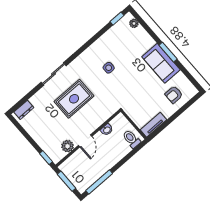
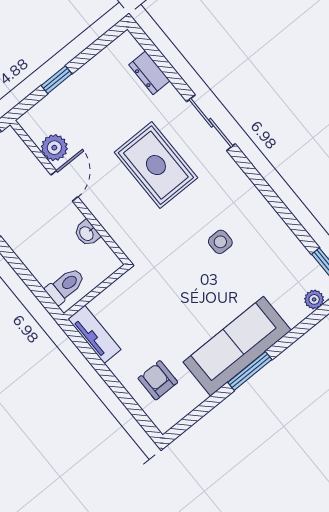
sofa: (161, 63) -> (237, 346), width x1.36
dresser: (24, 110) -> (149, 73), moved
door: (85, 141) -> (64, 186), swing flipped
window: (46, 158) -> (57, 80), moved

